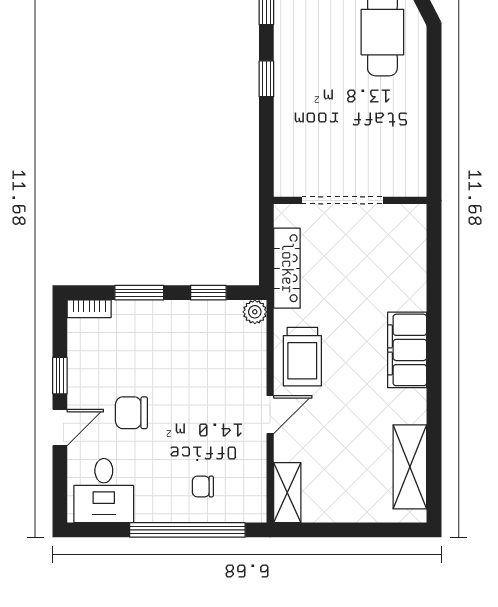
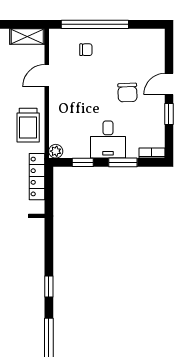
trolley: (302, 357) -> (28, 125), turned 180
chair: (131, 413) -> (127, 93), turned 88
door: (270, 415) -> (47, 76), moved
desk: (104, 491) -> (108, 139), moved, turned 180
shelving: (287, 493) -> (27, 36), moved, turned 90

